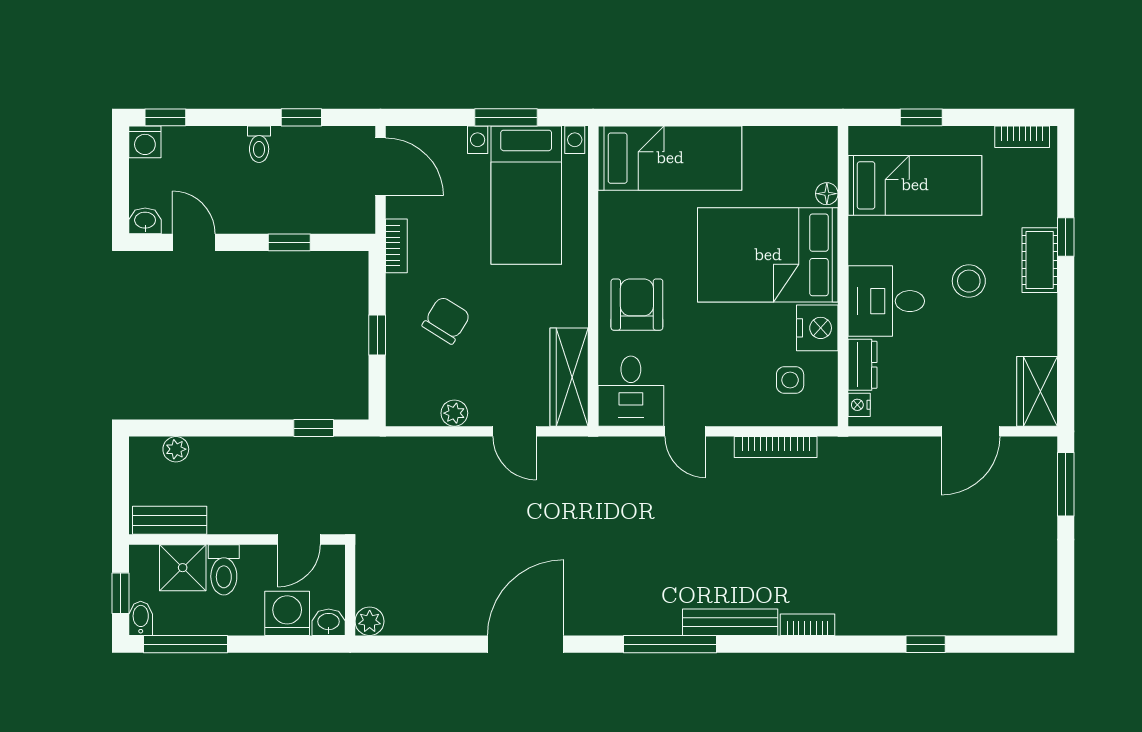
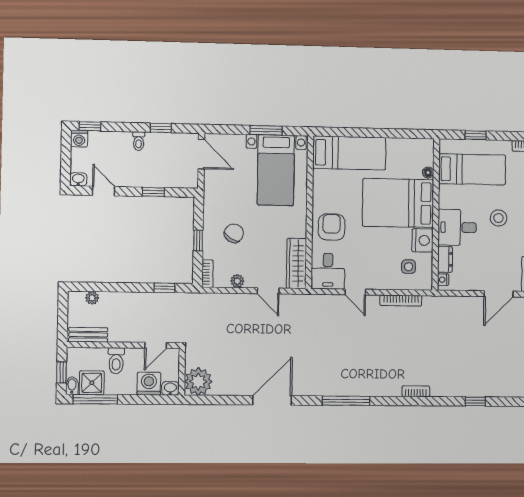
bookcase: (396, 246) -> (207, 274), moved
shower: (183, 568) -> (92, 383), moved
plant: (370, 621) -> (198, 382), width x1.88, depth x1.88
bench: (730, 622) -> (377, 390), removed

